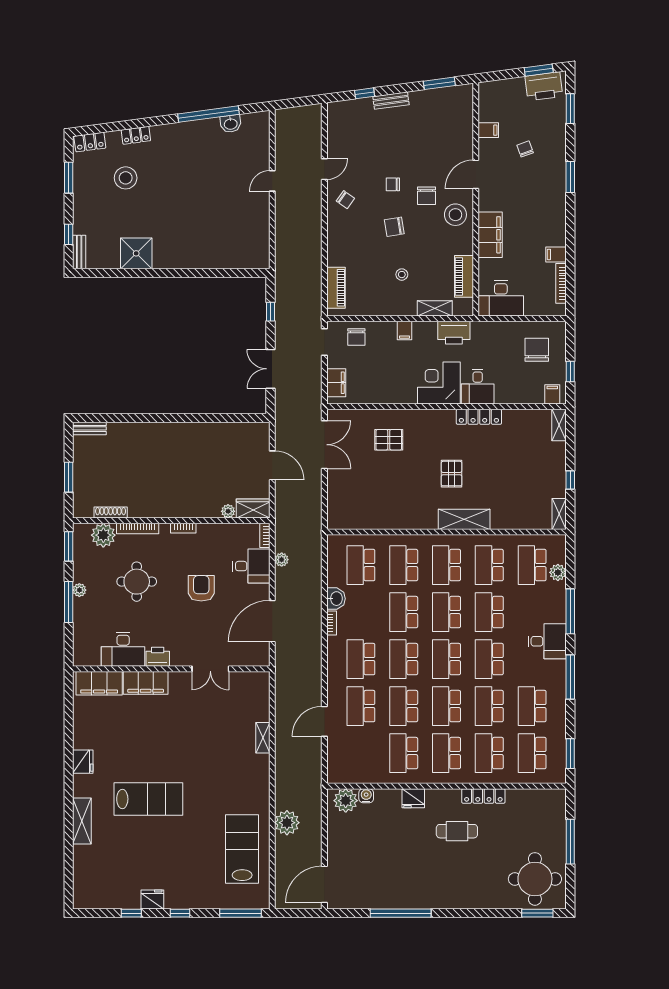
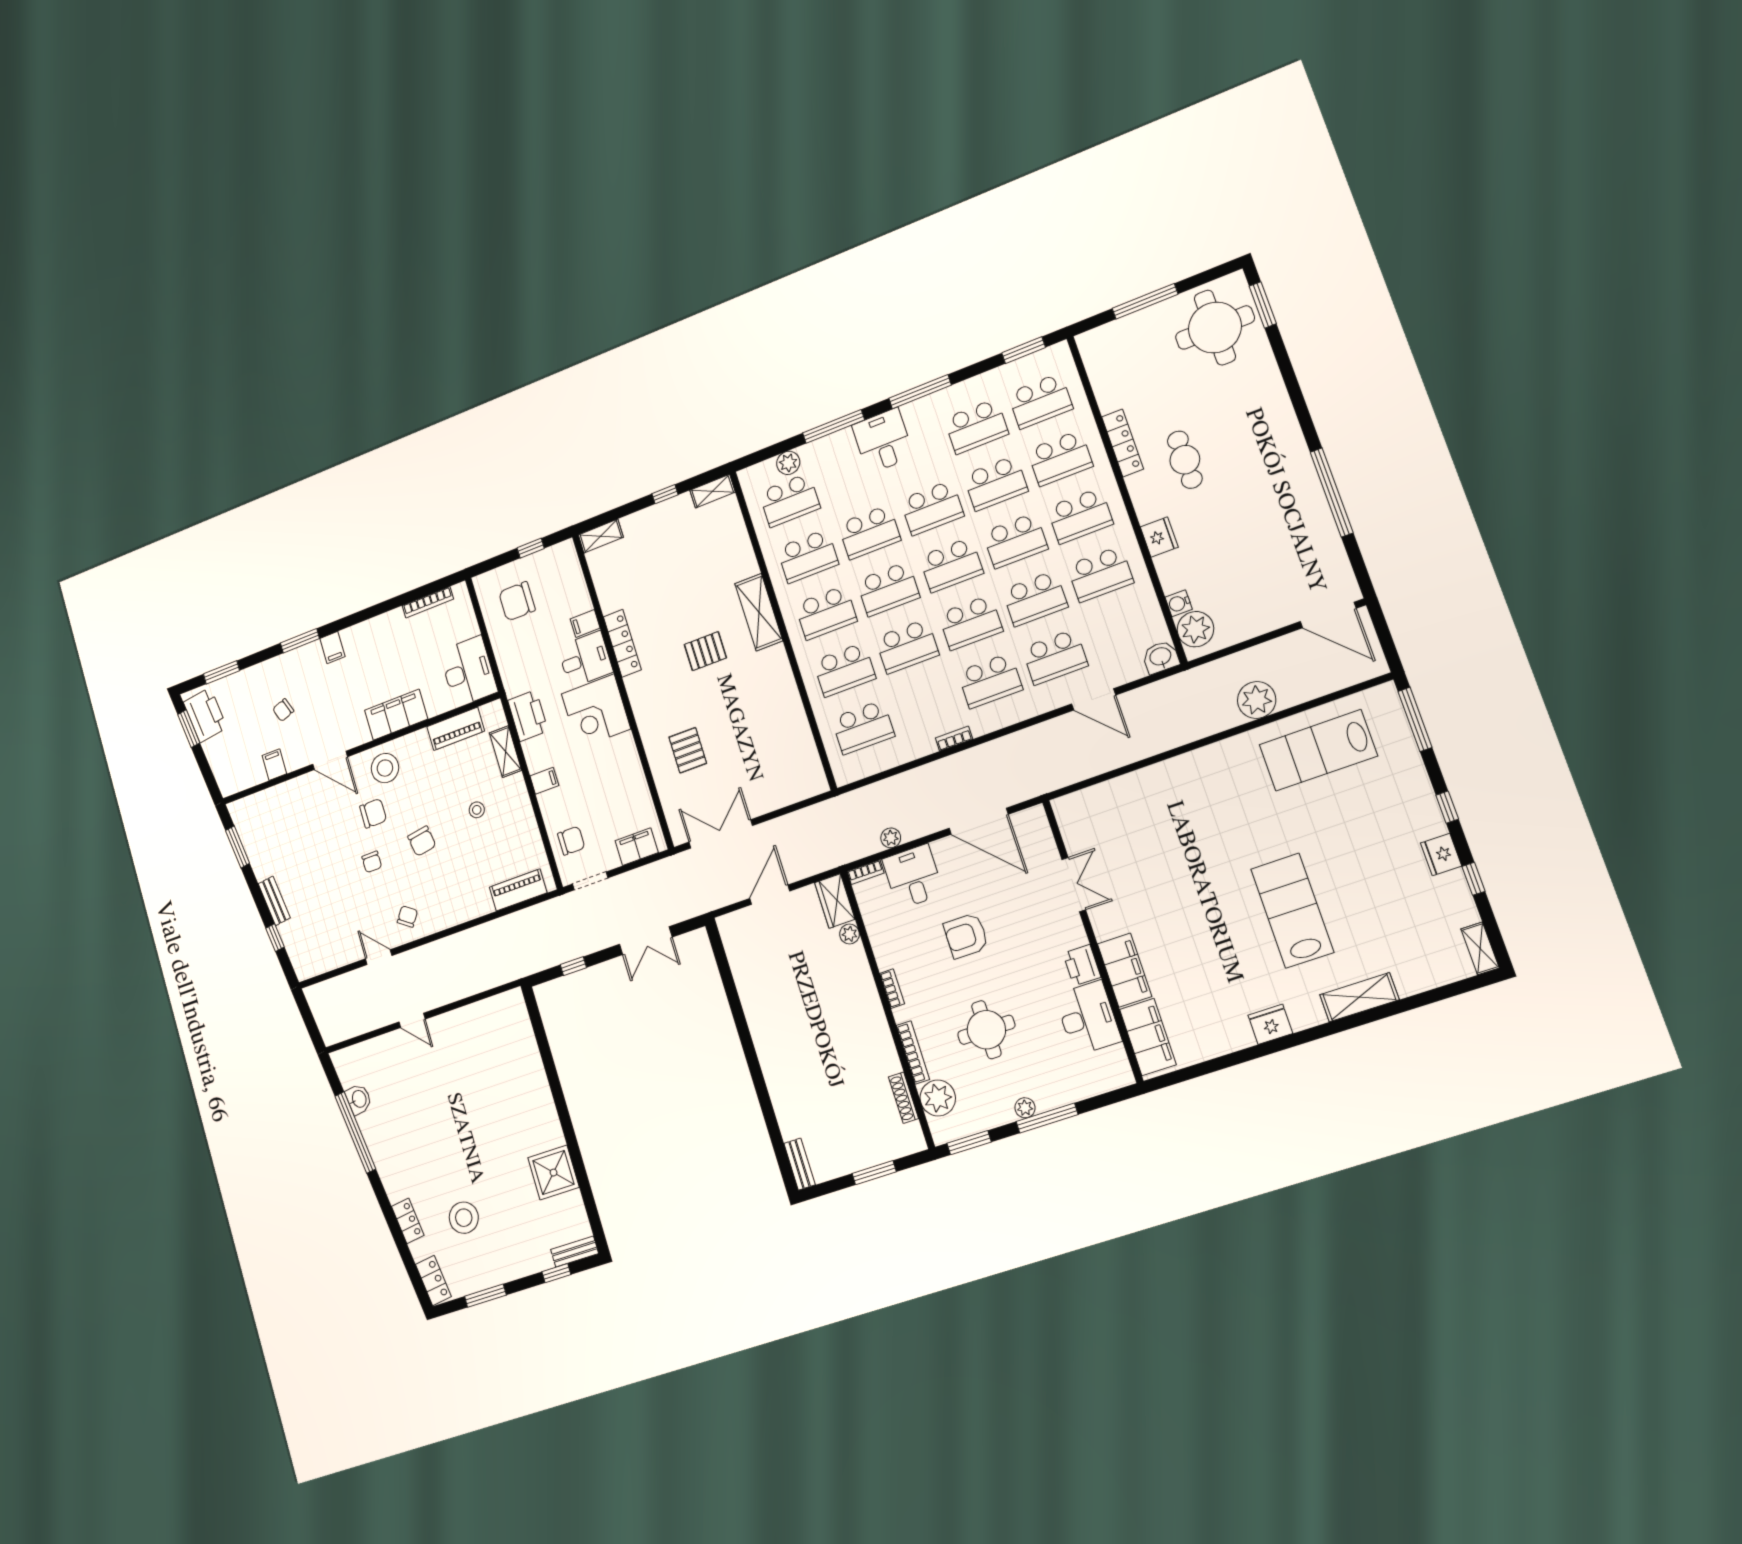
filing cabinet: (556, 254) -> (332, 648), moved
filing cabinet: (552, 394) -> (585, 623), moved
washbasin: (336, 599) -> (1161, 657), moved
shelving: (263, 738) -> (1480, 948), moved, turned 90

